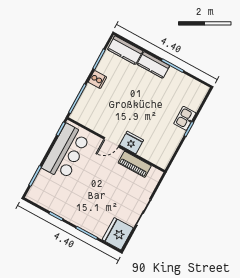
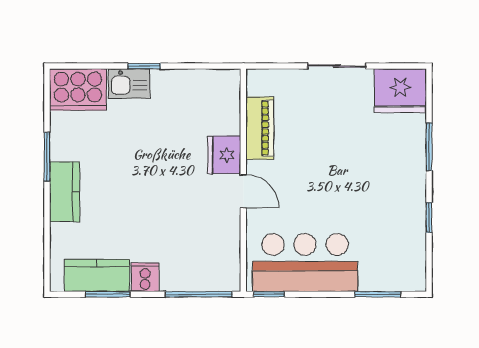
kitchen counter: (125, 50) -> (97, 275), moved, turned -90
cooker: (194, 95) -> (78, 90), added

